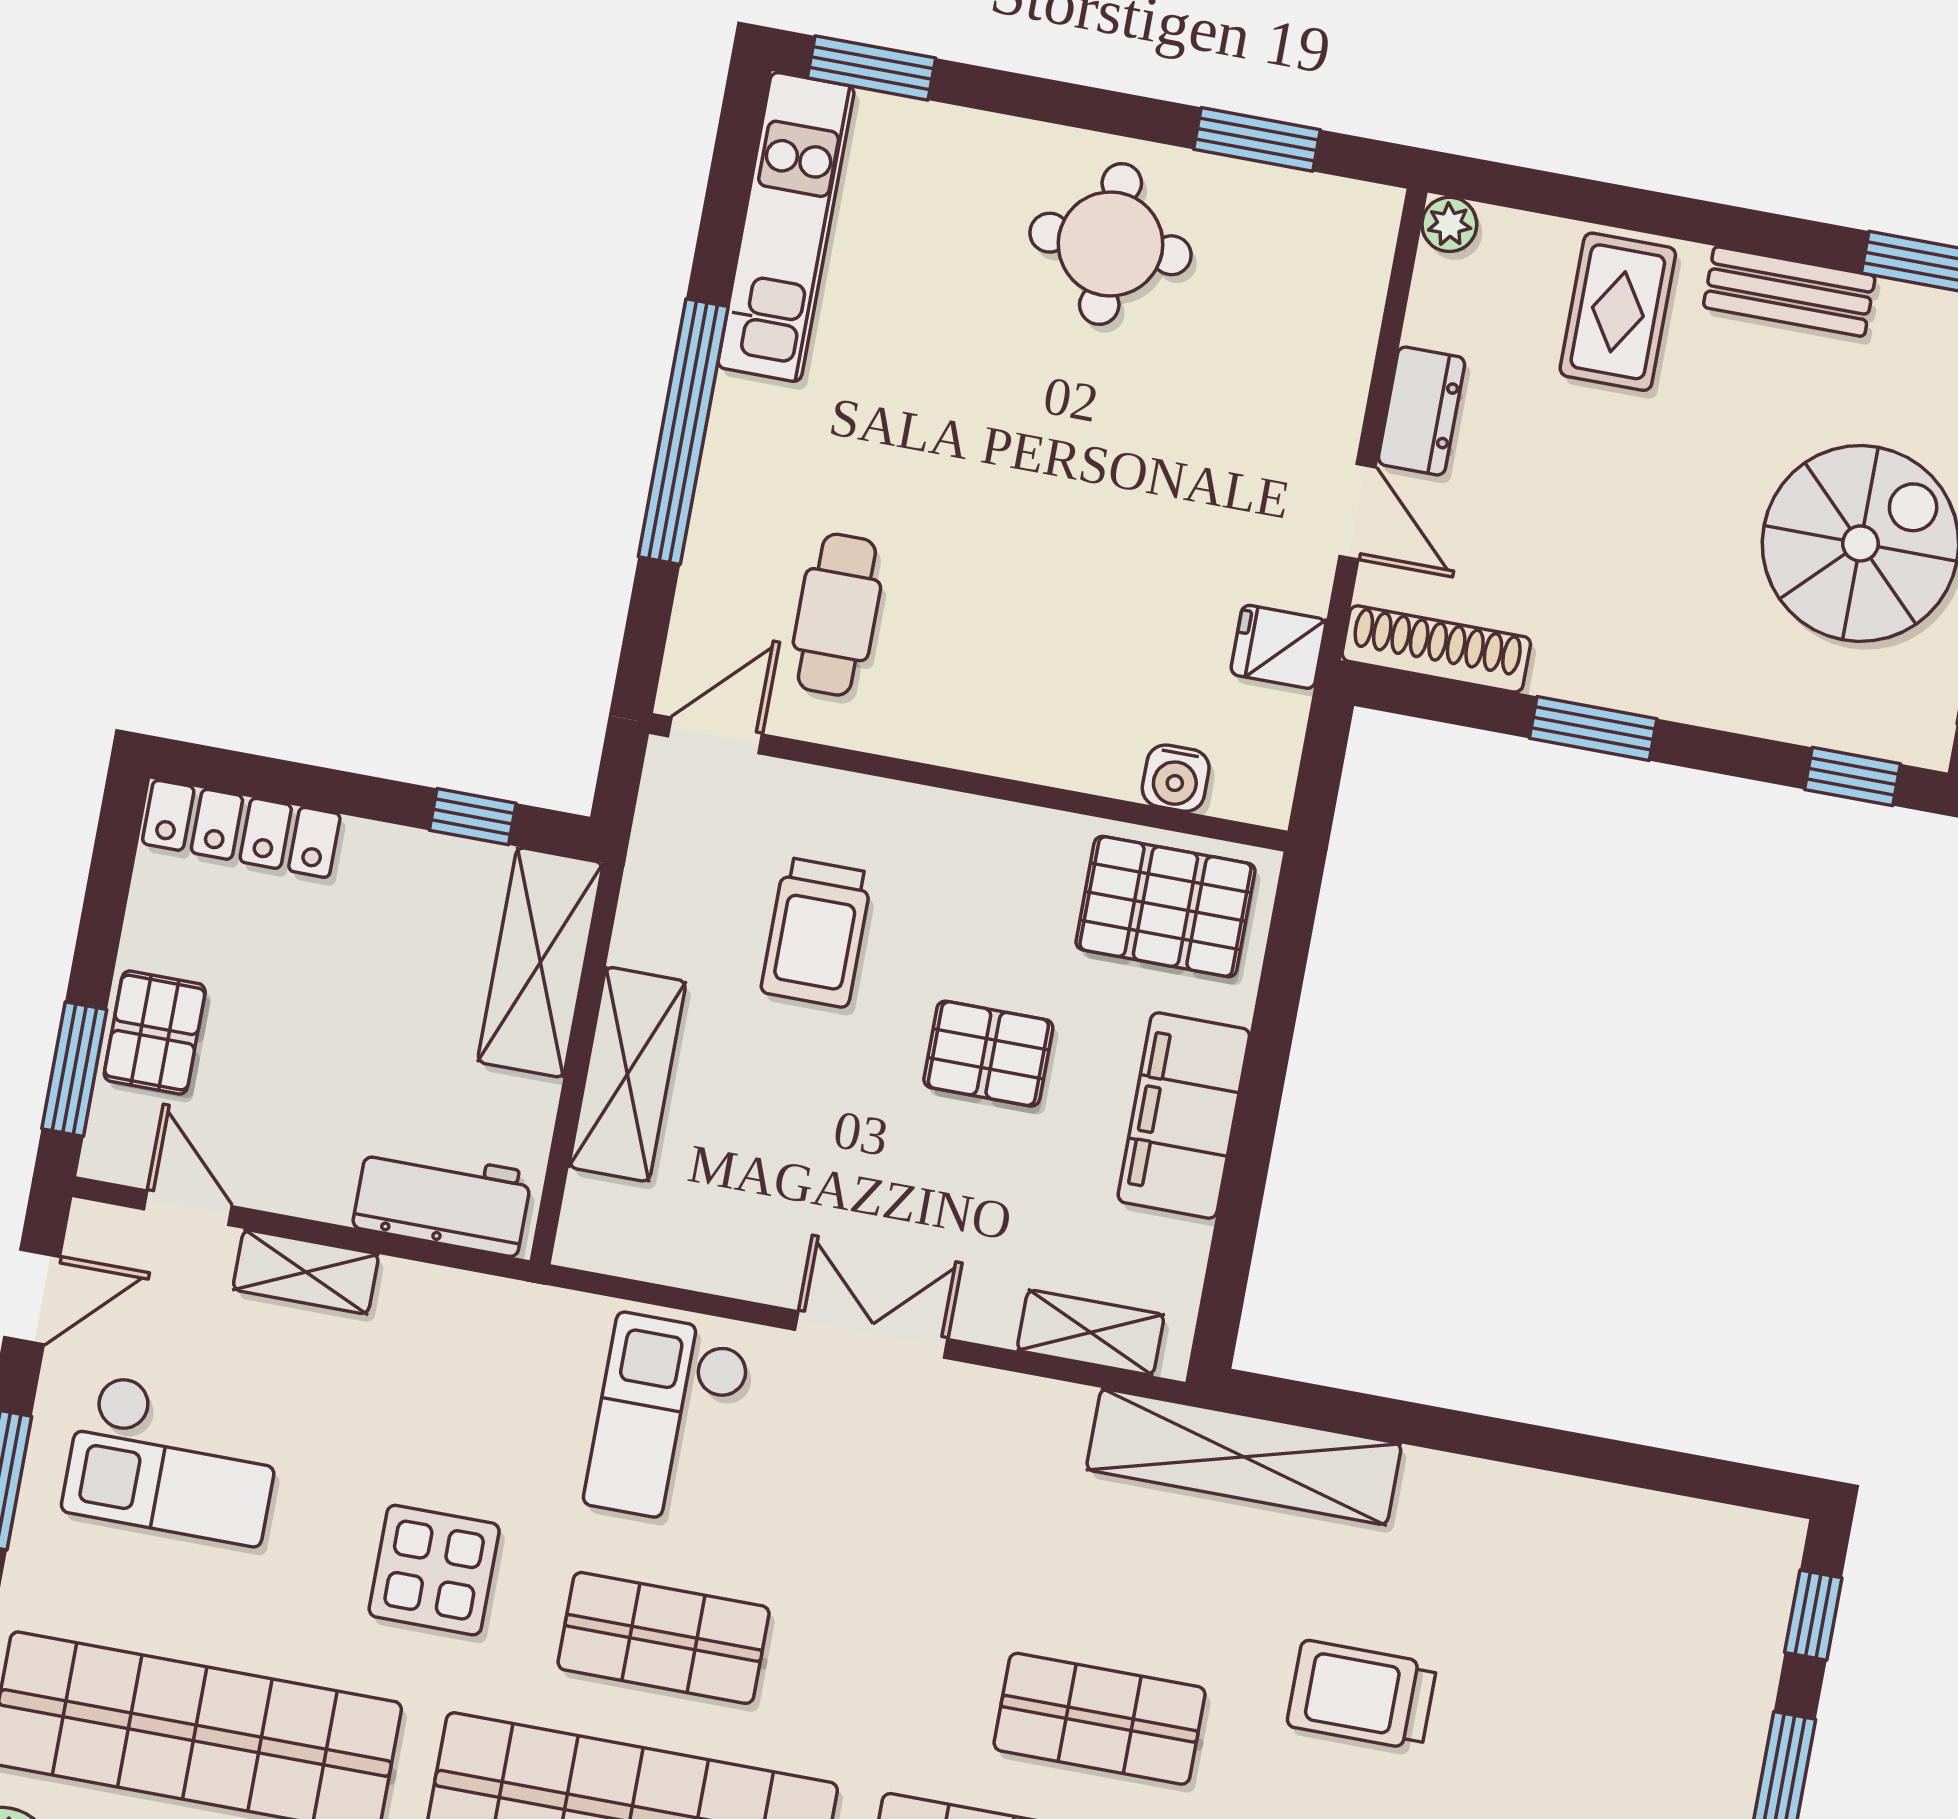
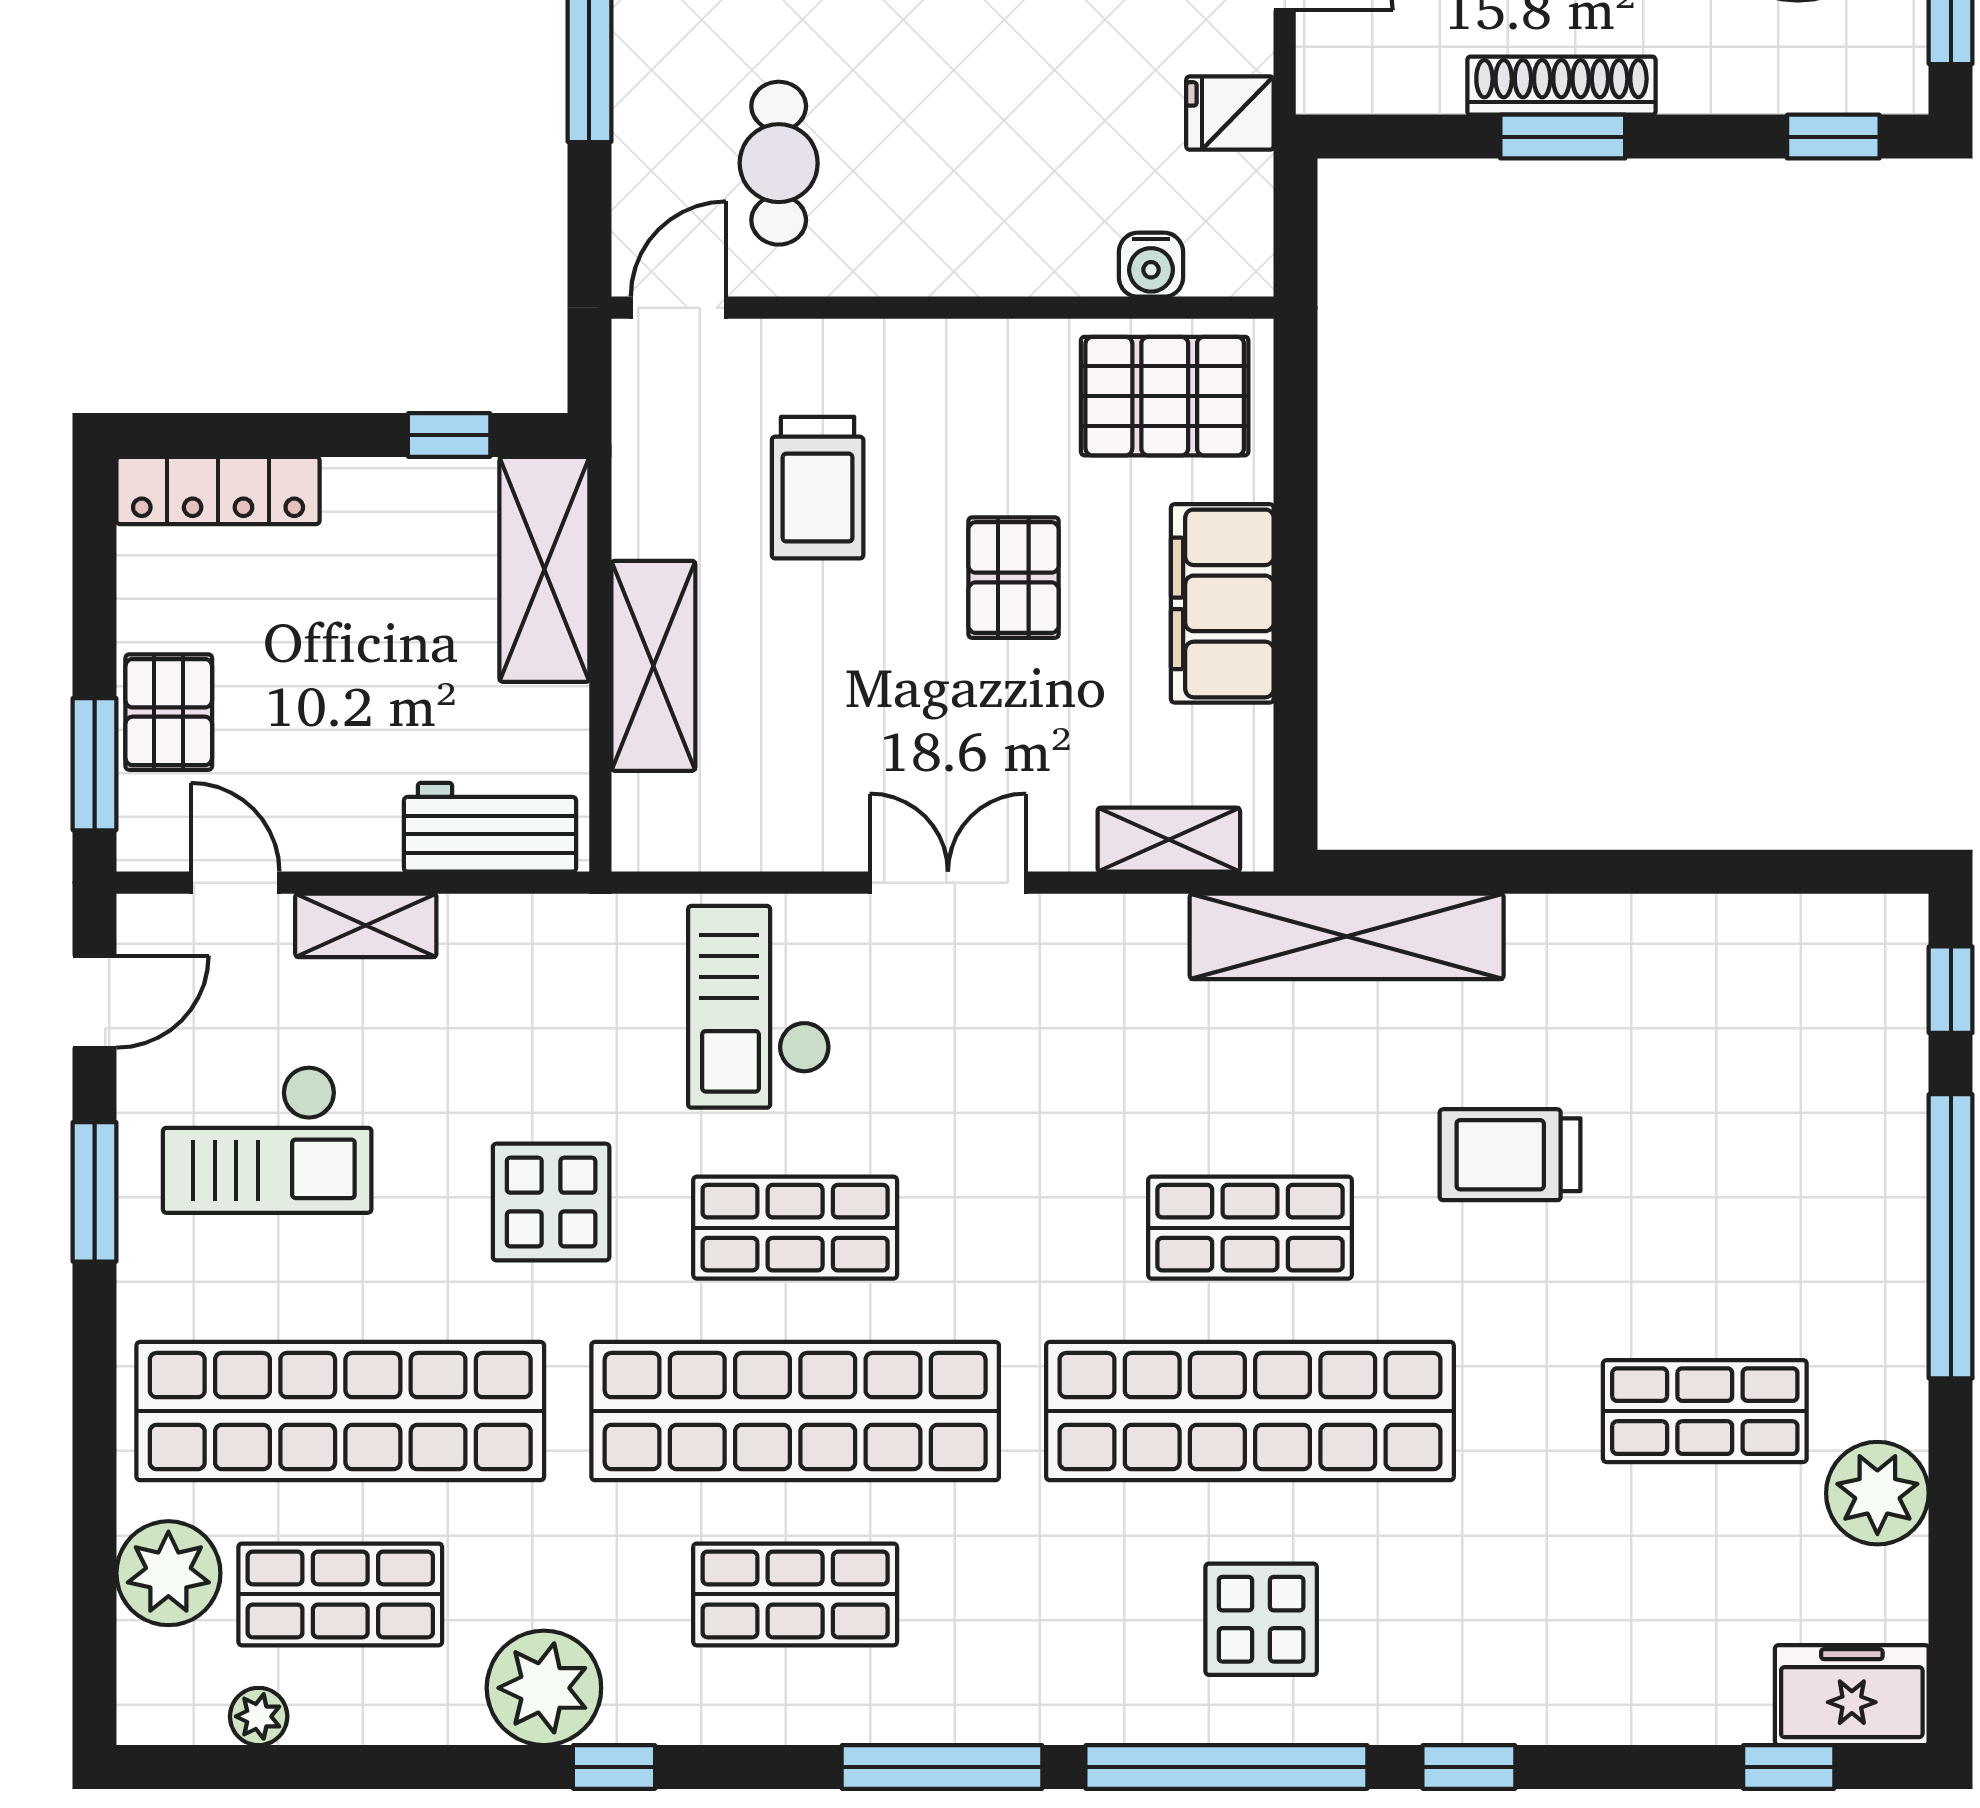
shoe rack: (1436, 649) -> (1561, 86), moved
pallet: (988, 1054) -> (1014, 578), turned 90

